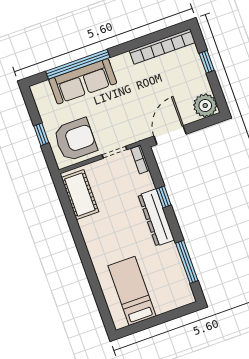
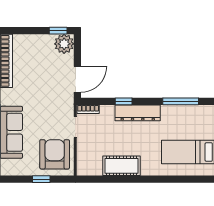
window: (207, 62) -> (58, 31), moved
door: (170, 135) -> (77, 79), swing flipped
cot: (80, 195) -> (122, 166), moved

